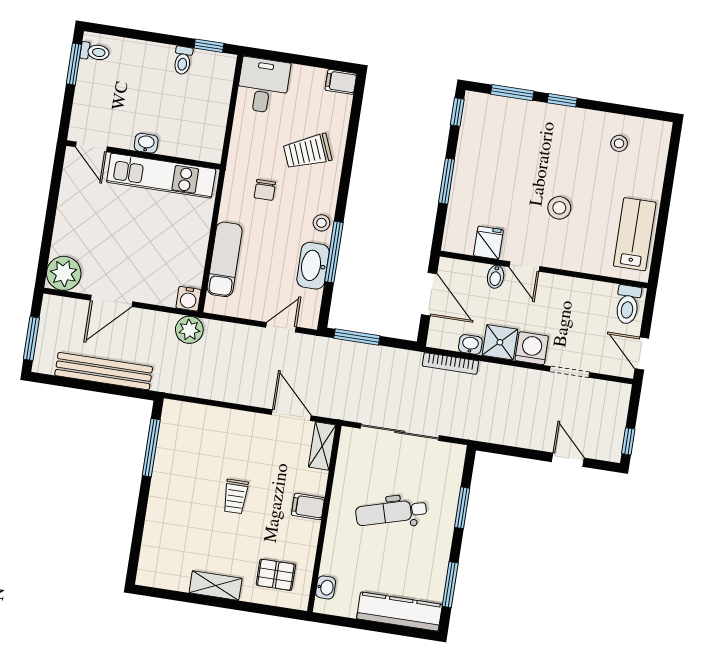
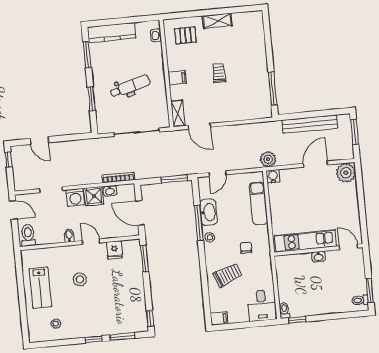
toilet: (183, 60) -> (284, 310), moved
window: (447, 181) -> (144, 258), moved
lab bench: (635, 234) -> (40, 288), moved
bidet: (496, 277) -> (69, 236), moved

